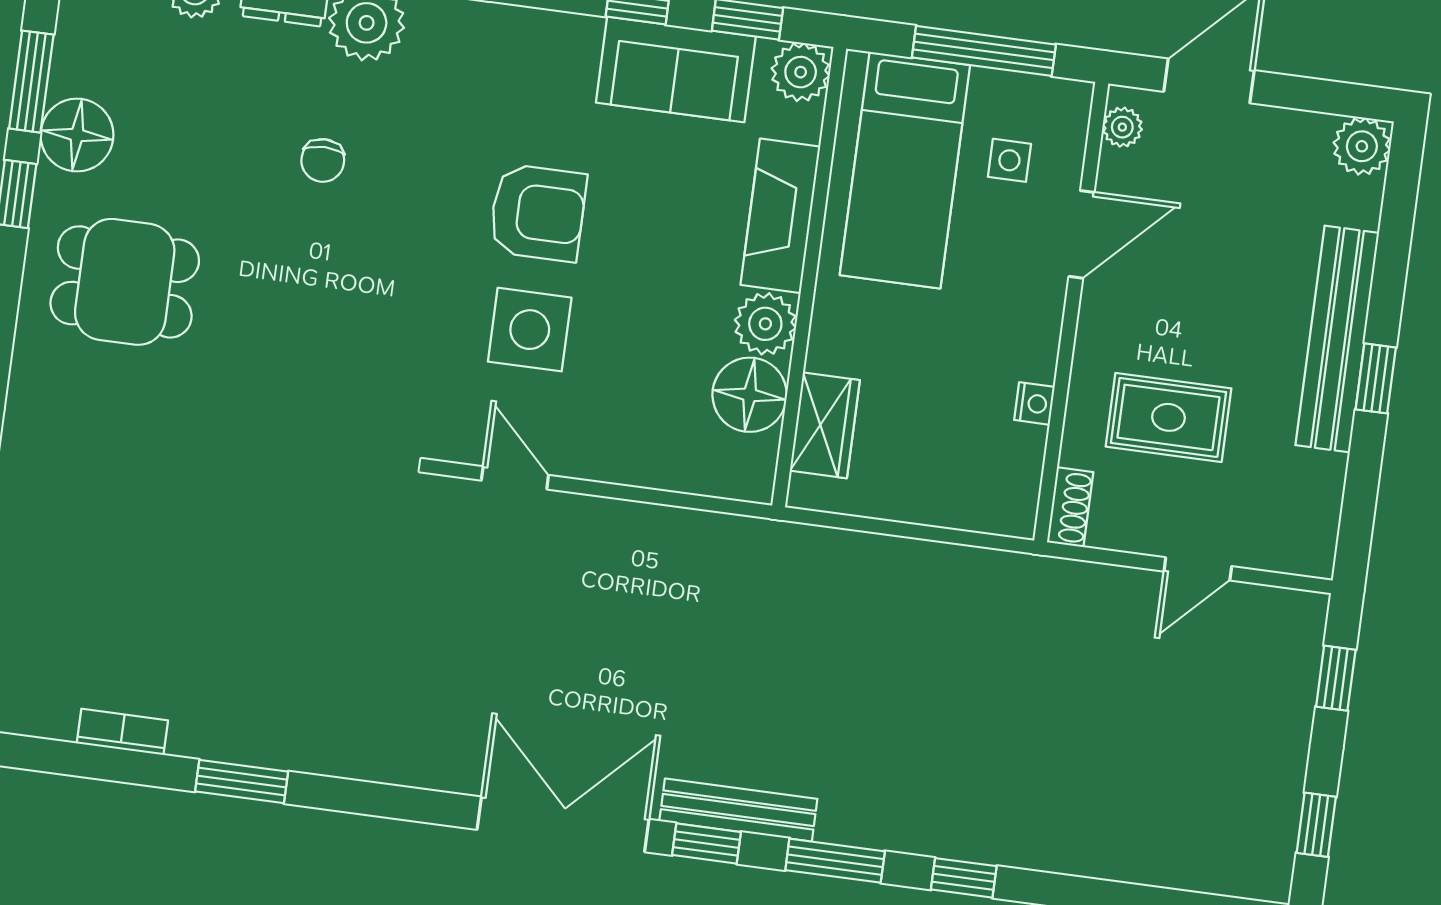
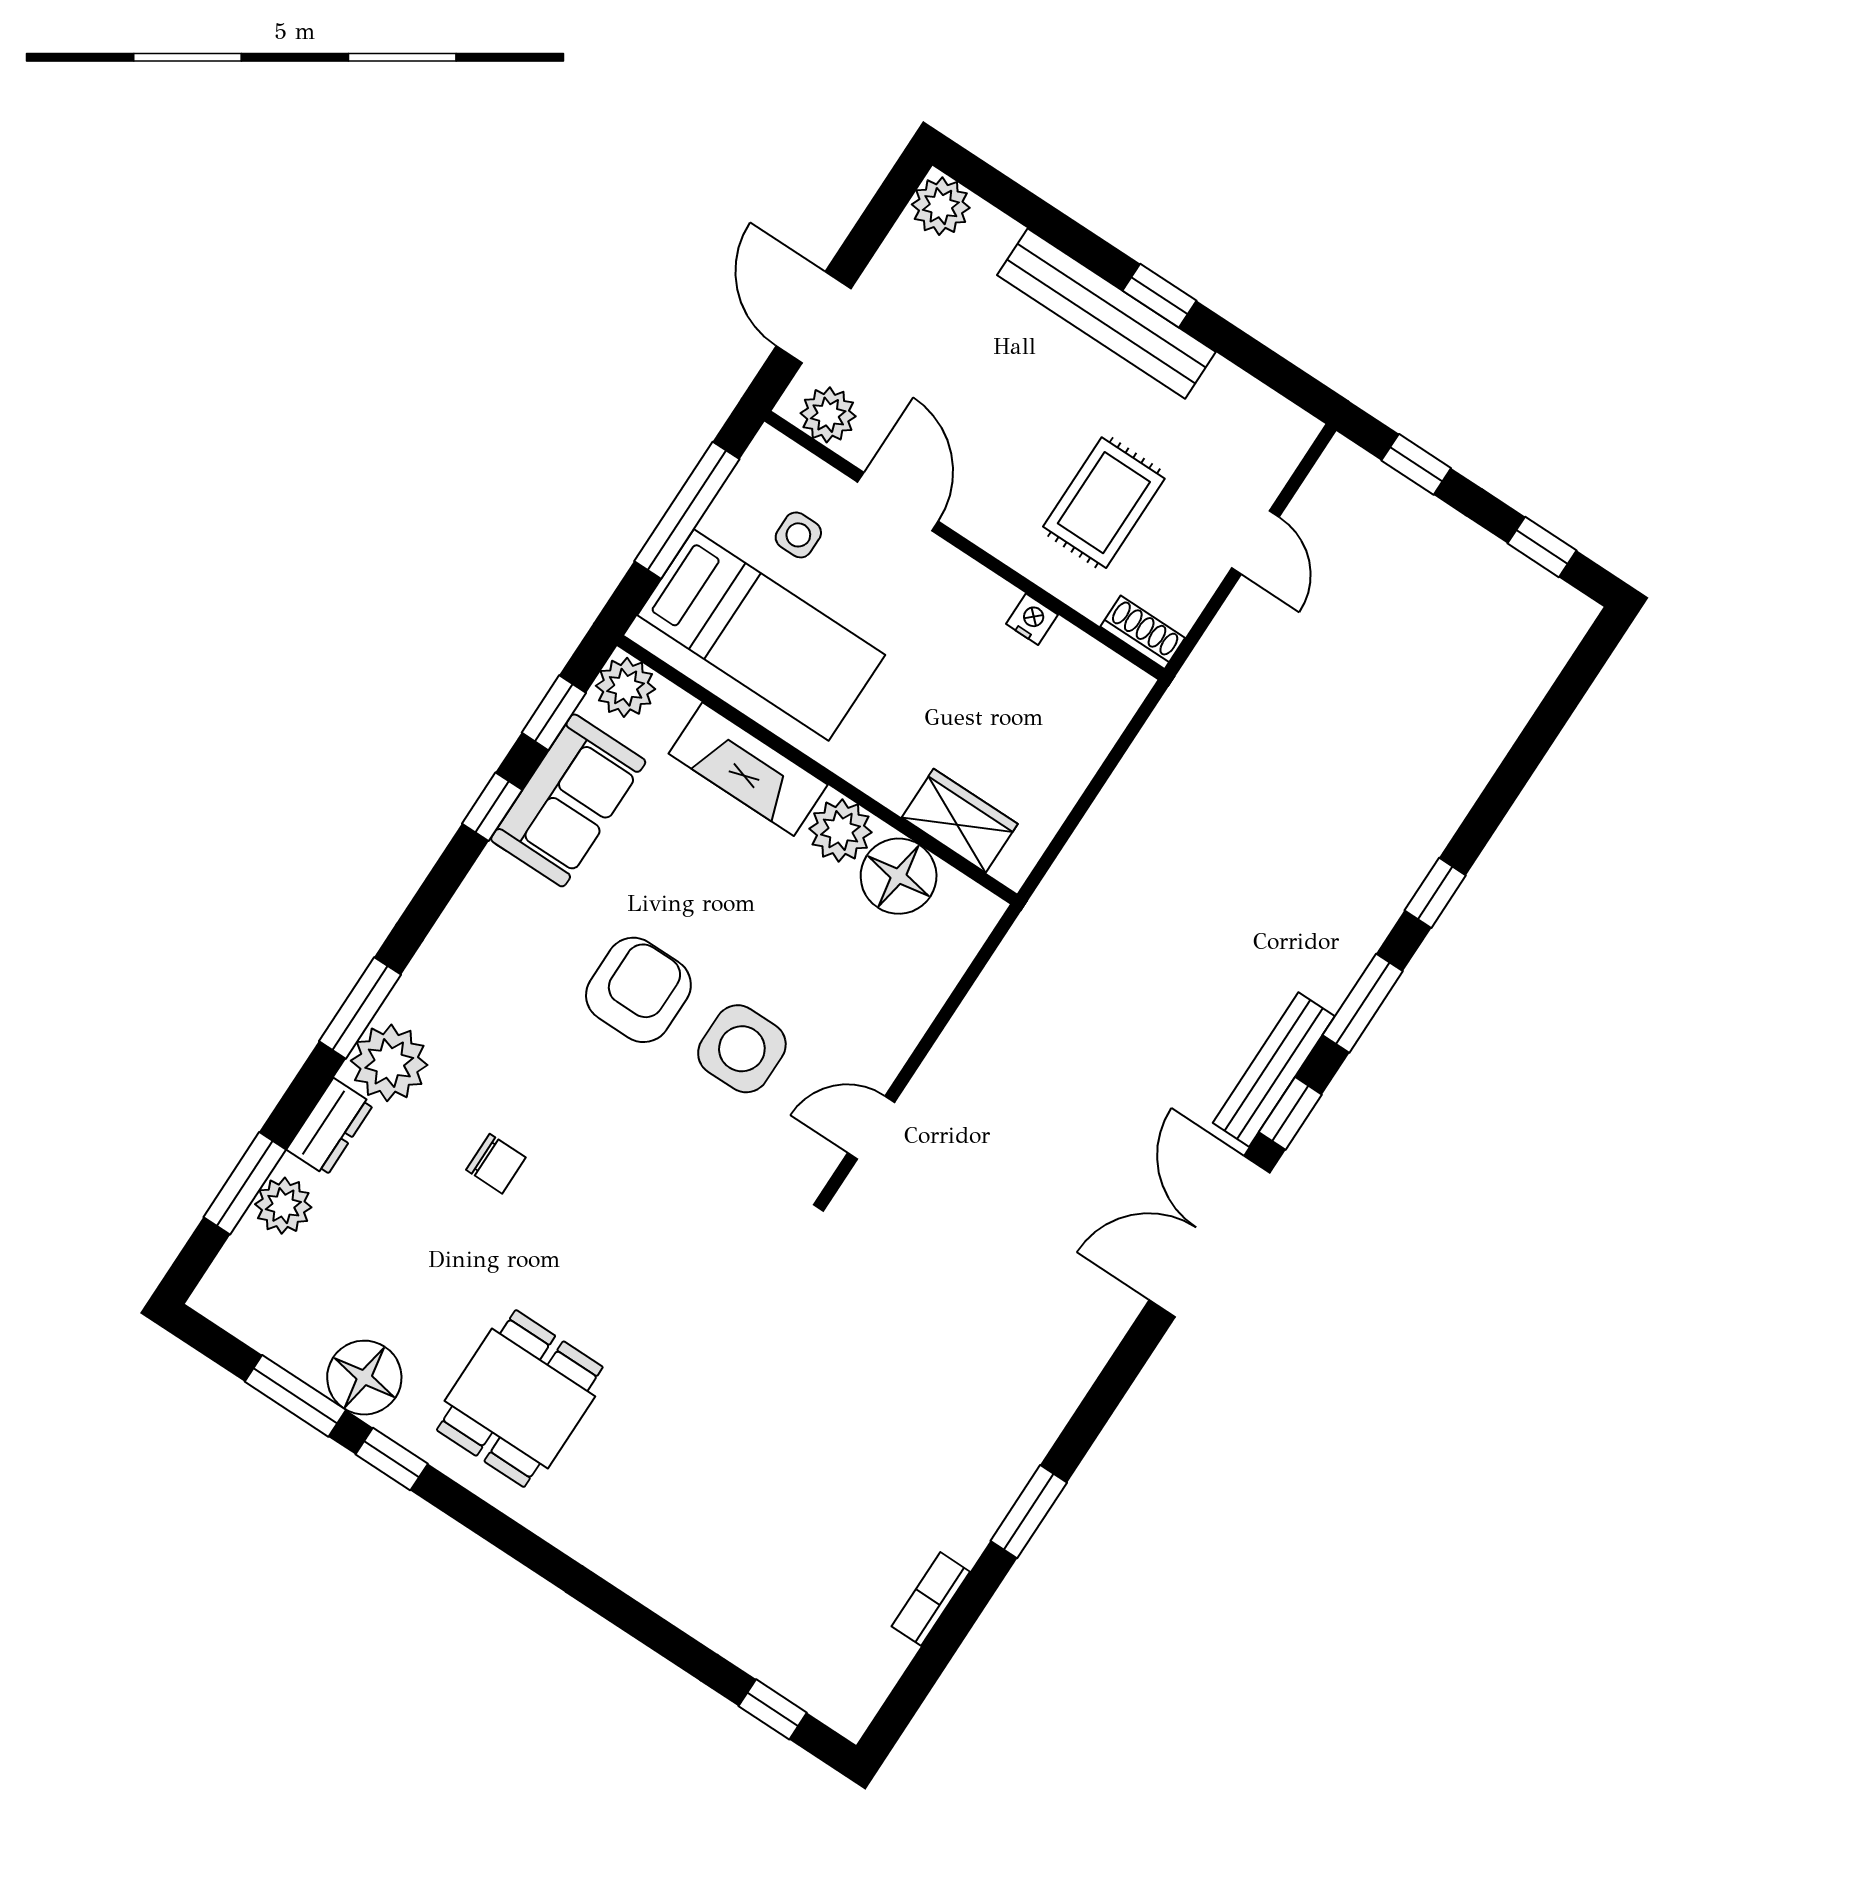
plant: (1122, 127) -> (828, 415), width x1.38, depth x1.38

